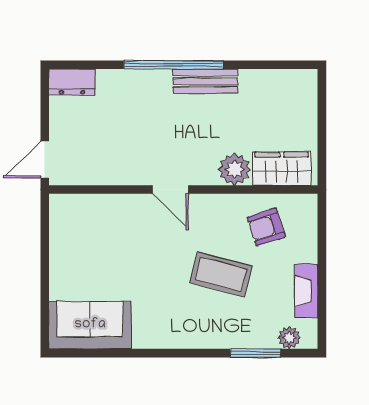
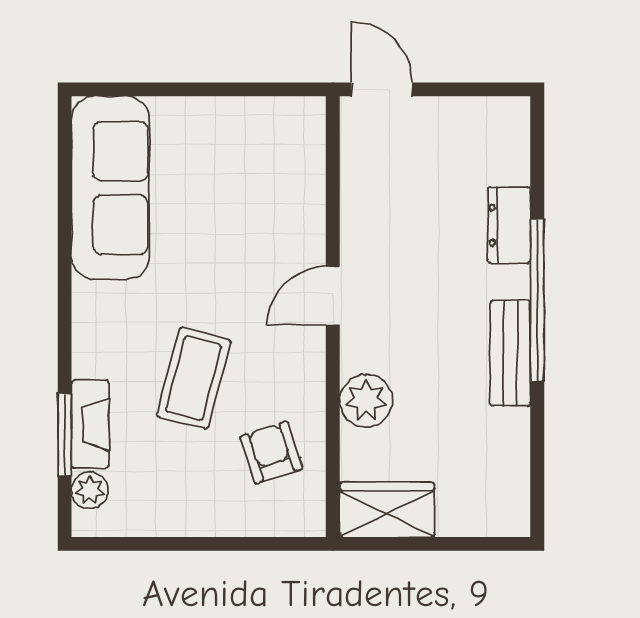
dresser: (72, 82) -> (509, 225), moved
wardrobe: (282, 169) -> (387, 510), moved, turned -90
fireplace: (306, 291) -> (90, 424), moved, turned 90
sofa: (90, 325) -> (110, 188), width x1.36

